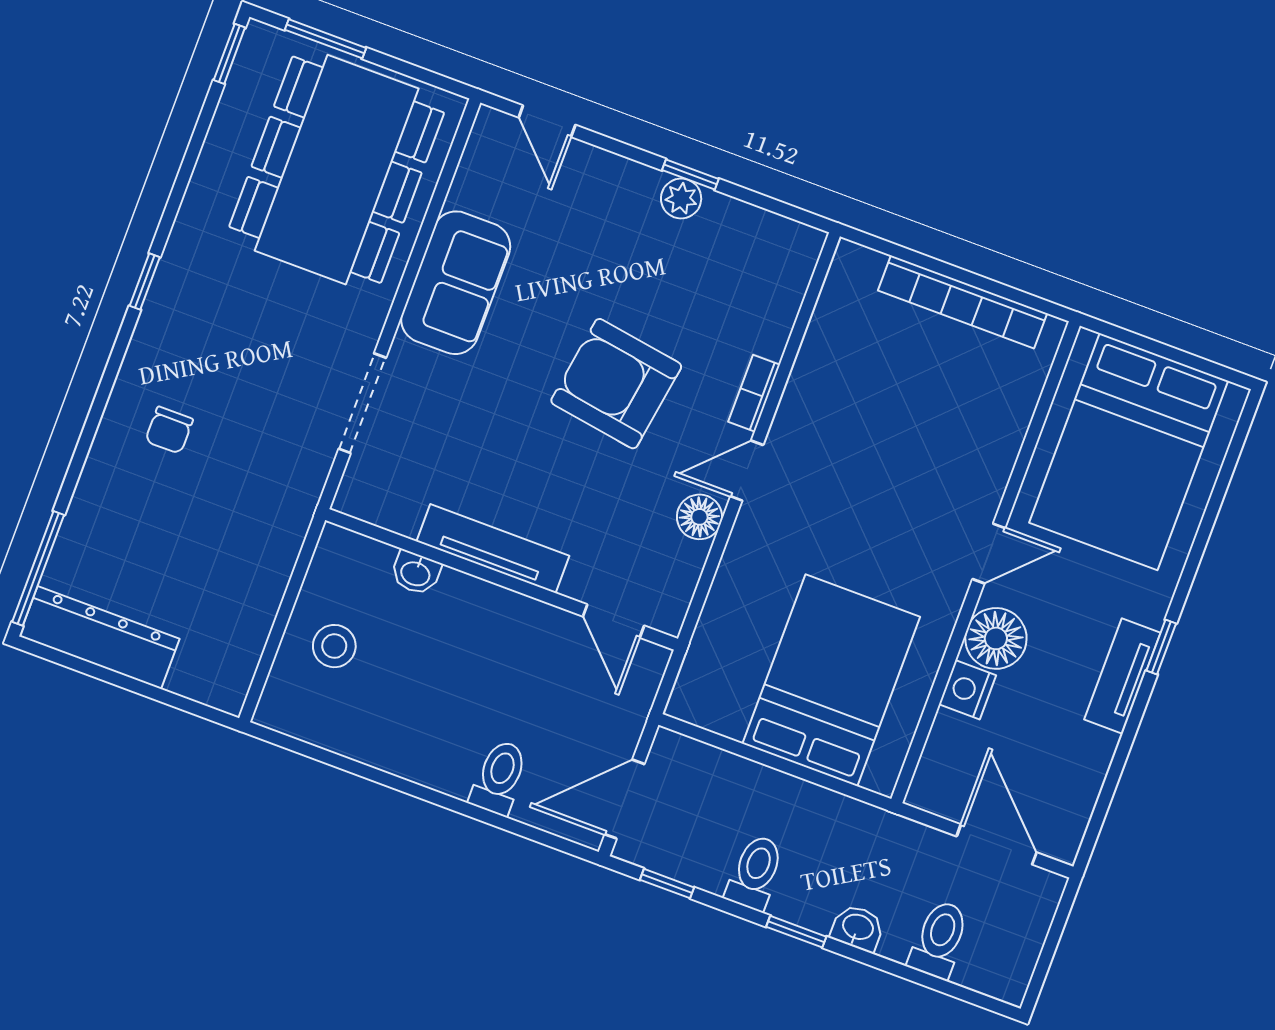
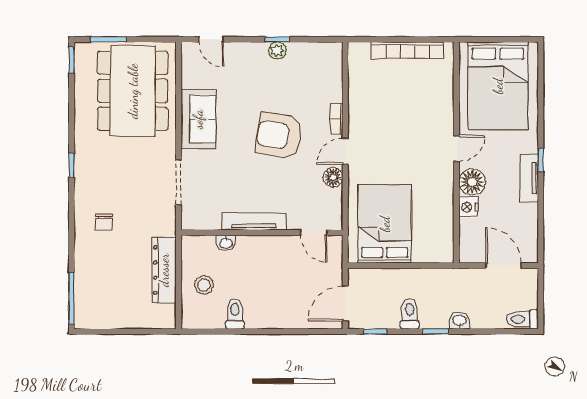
dresser: (99, 638) -> (164, 270), moved, turned -90
bed: (831, 680) -> (385, 224), moved
toilet: (499, 777) -> (235, 314), moved
toilet: (939, 939) -> (522, 319), moved, turned -90

